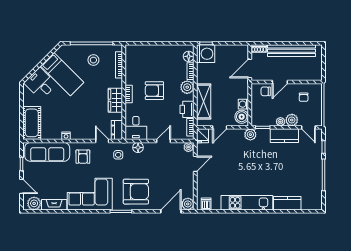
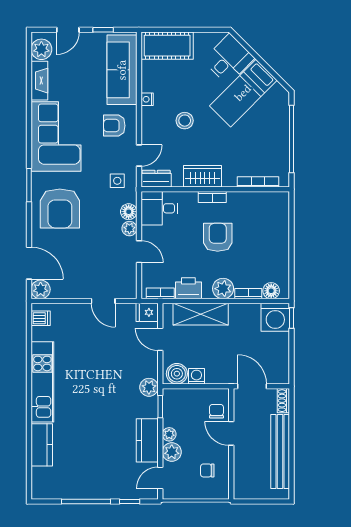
stool: (93, 60) -> (185, 121), moved
plant: (188, 147) -> (129, 229), moved

